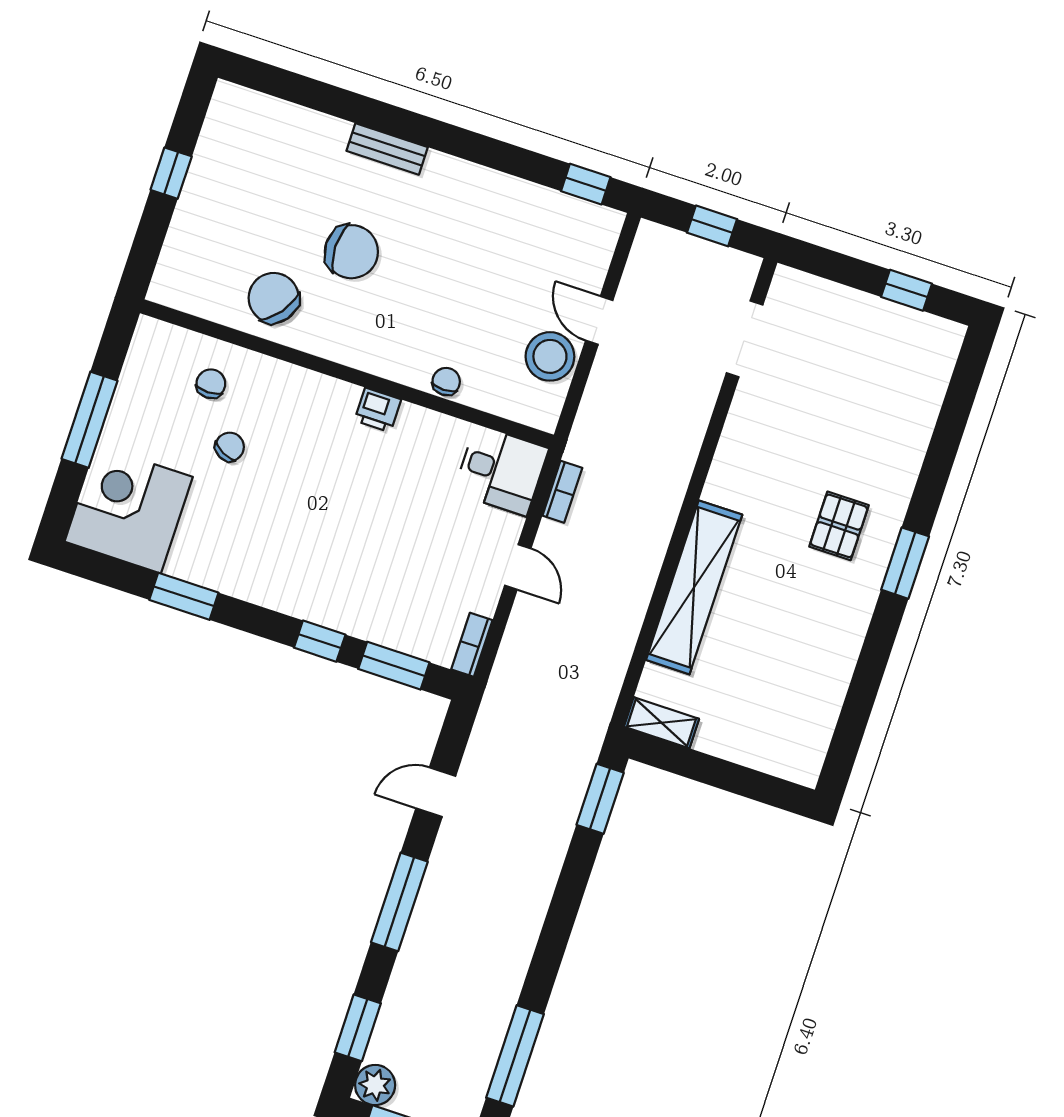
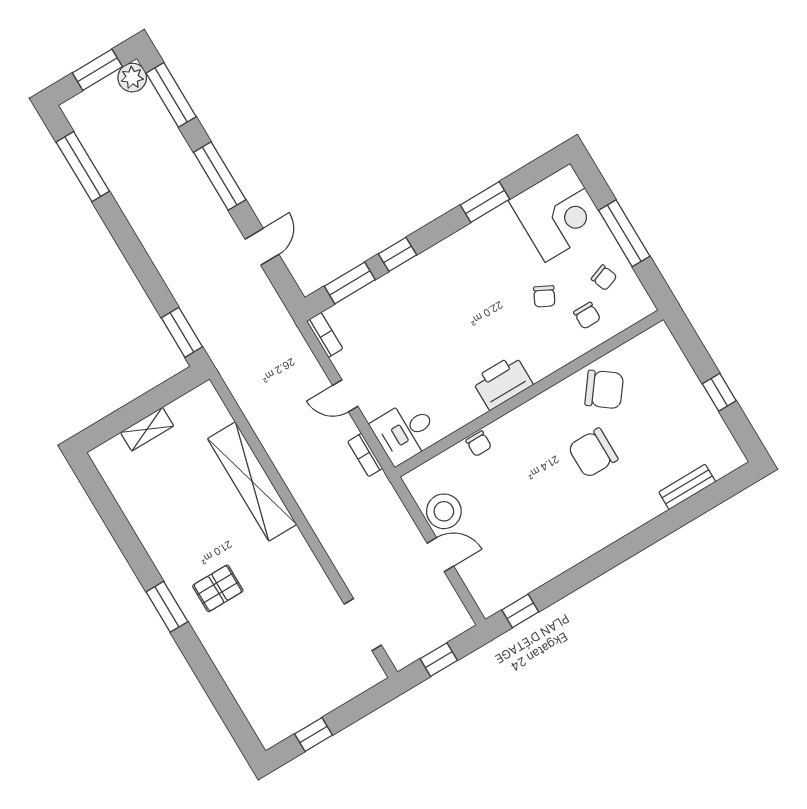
bench: (387, 149) -> (687, 487), moved
chair: (155, 401) -> (604, 278), added
printer: (378, 410) -> (502, 382), width x1.87, depth x1.48
pallet: (839, 526) -> (218, 588), turned 90
shelving: (661, 723) -> (147, 429), moved
window: (358, 1028) -> (171, 95), width x1.44

